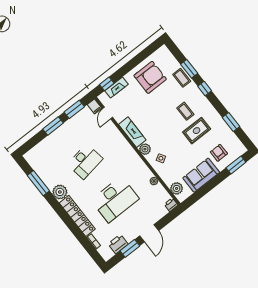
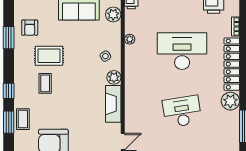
armchair: (219, 153) -> (30, 28), moved

